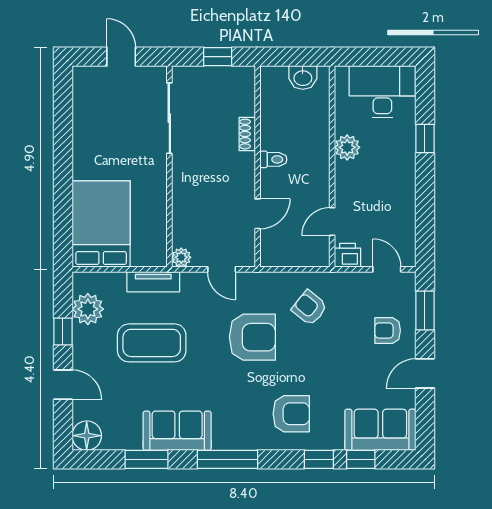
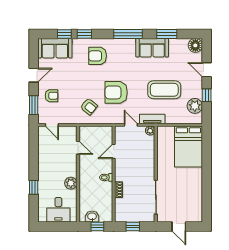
window: (292, 57) -> (97, 227), added
desk: (382, 92) -> (58, 210), width x0.73
door: (332, 222) -> (78, 148), hinge flipped
printer: (348, 255) -> (71, 132), removed
tv unit: (153, 282) -> (152, 119), moved

